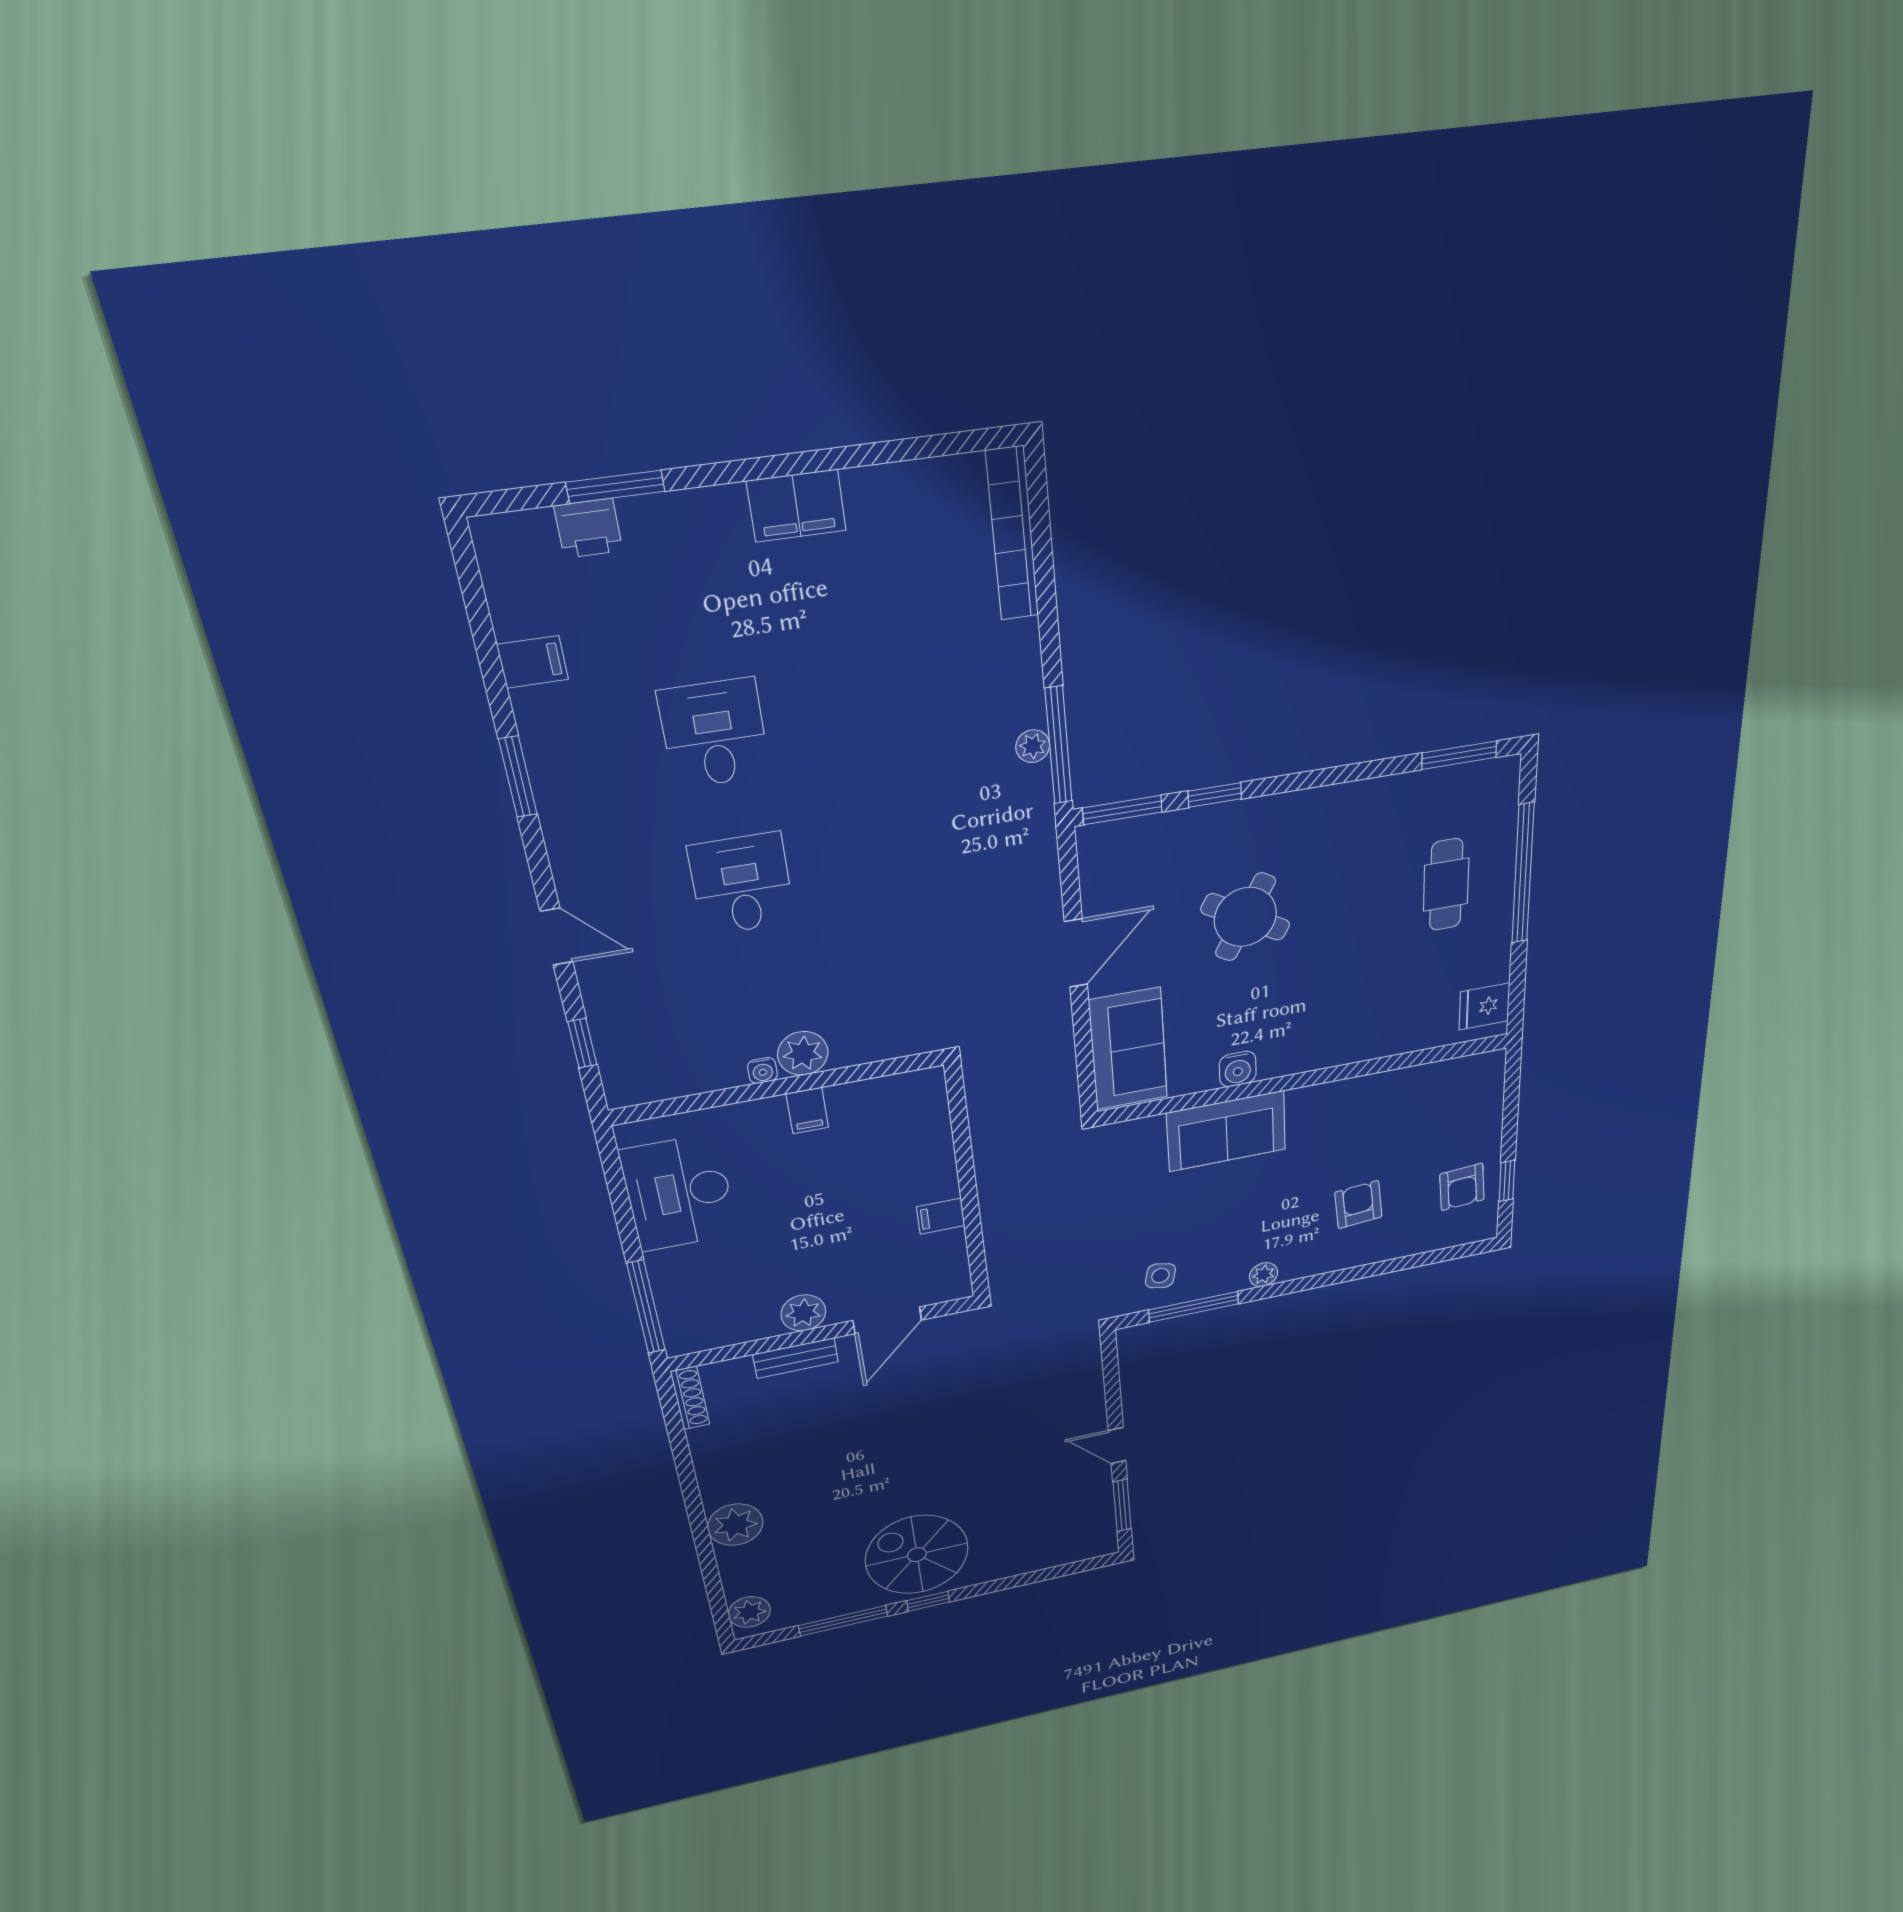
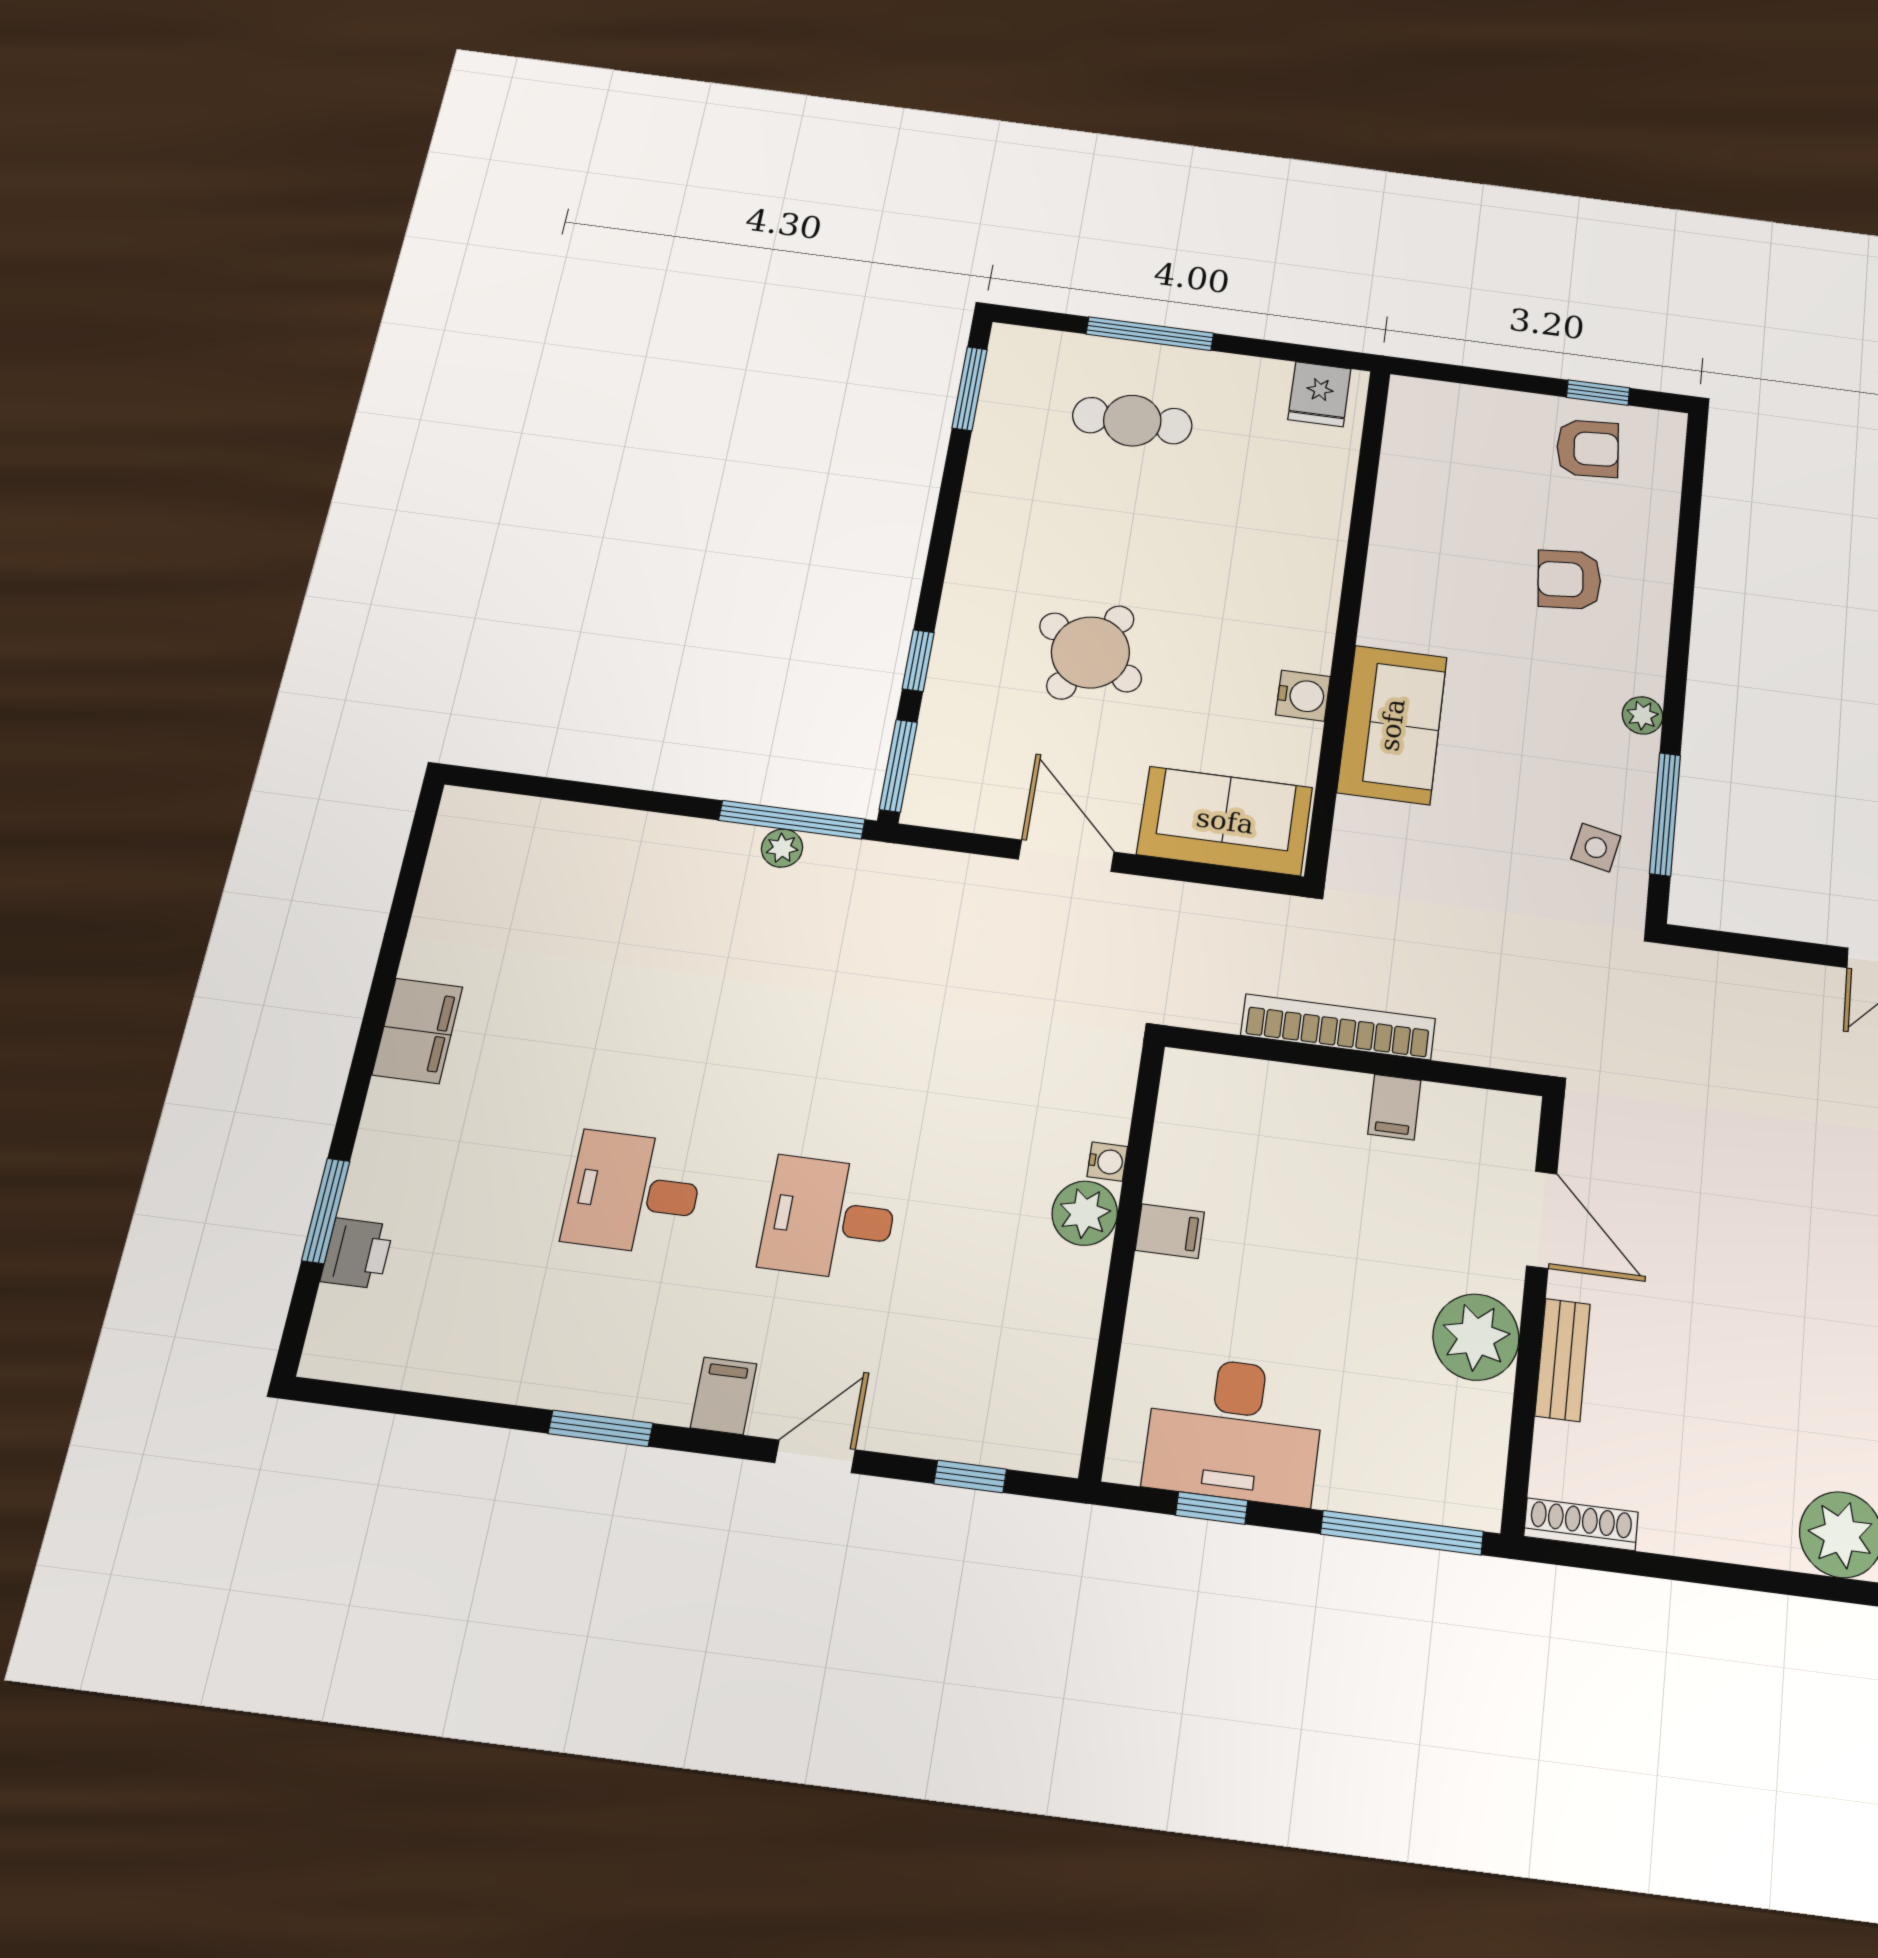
bookcase: (1012, 534) -> (1338, 1027), moved, turned 180
filing cabinet: (533, 662) -> (724, 1396), moved
window: (1523, 874) -> (1150, 334), width x0.68
water cooler: (763, 1070) -> (1107, 1162), moved
window: (619, 1196) -> (1212, 1508), added
plant: (803, 1313) -> (1476, 1337), width x1.36, depth x1.36

